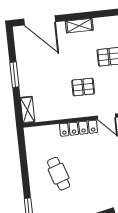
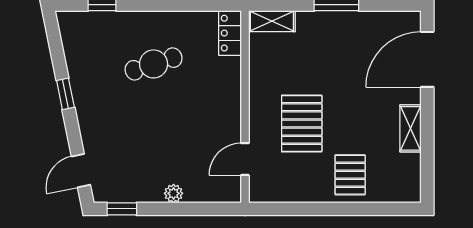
pallet: (83, 87) -> (302, 124), width x1.50, depth x1.42
locker: (78, 128) -> (230, 33), moved, width x0.66

